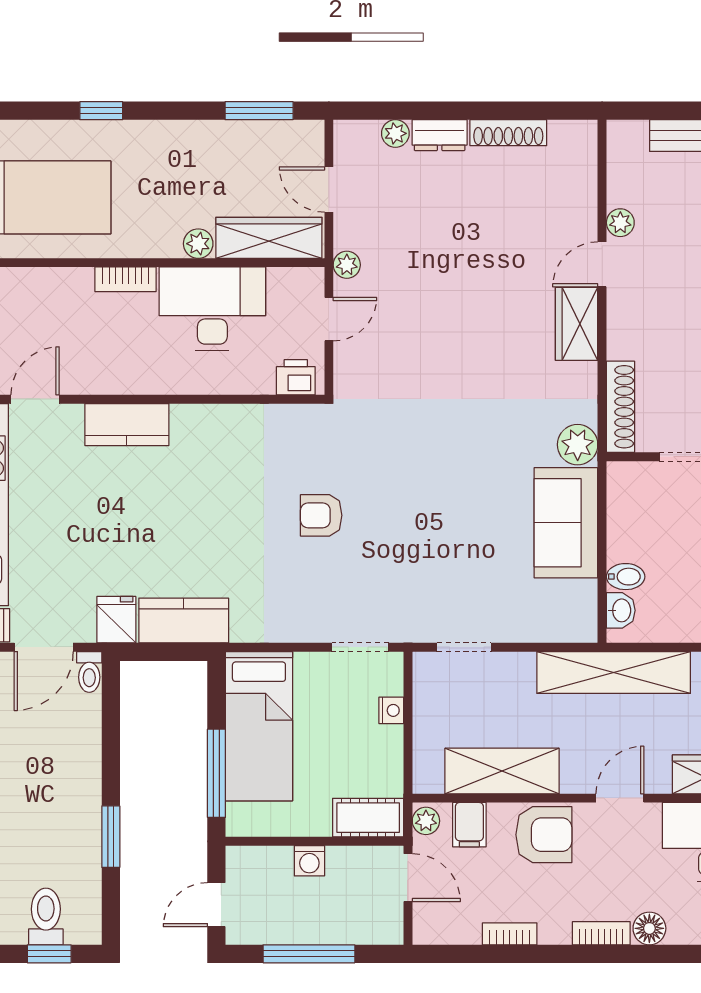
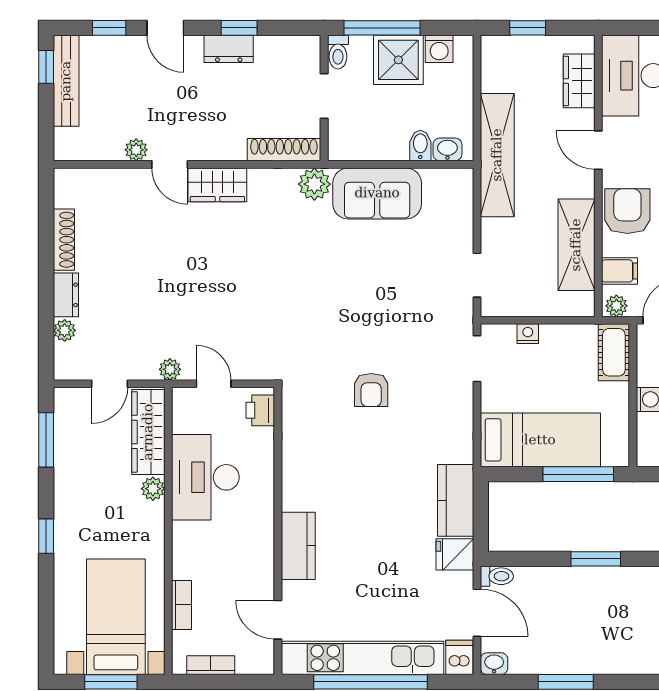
window: (101, 111) -> (46, 536), moved
bookcase: (125, 279) -> (182, 605), moved
window: (111, 837) -> (596, 559), moved

